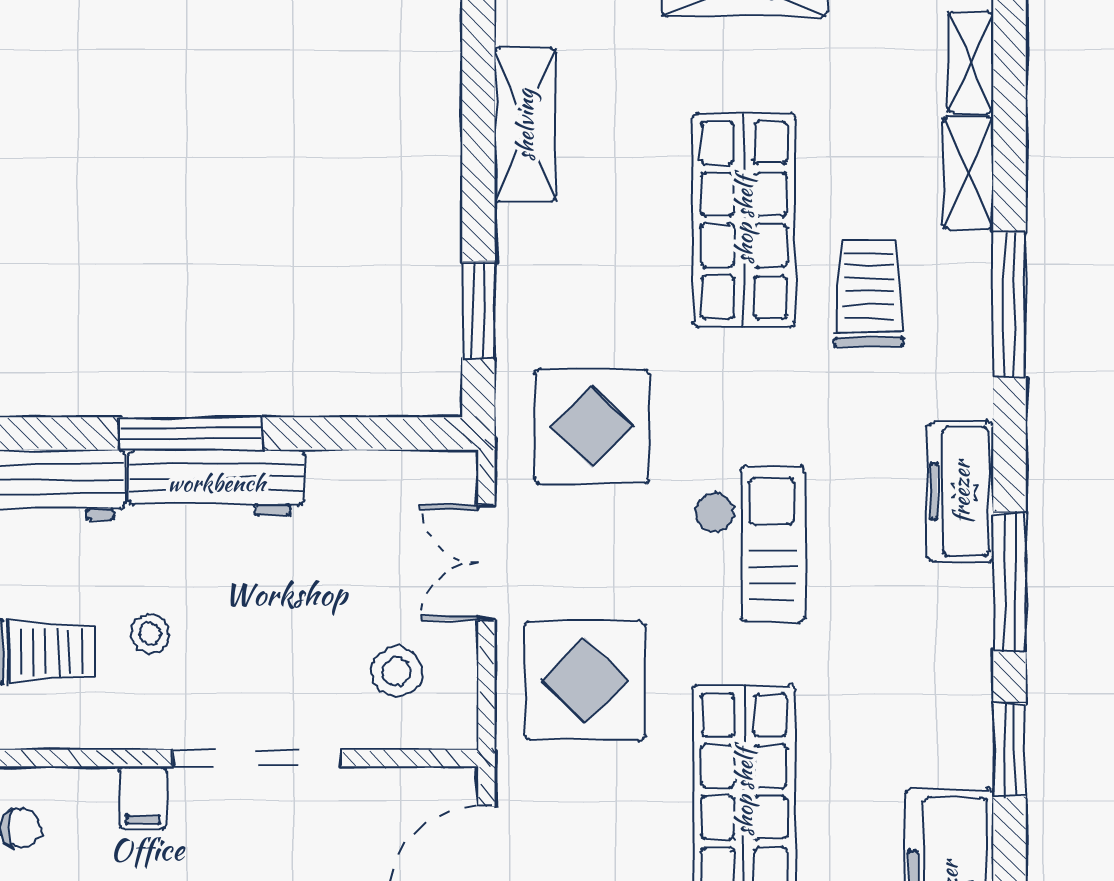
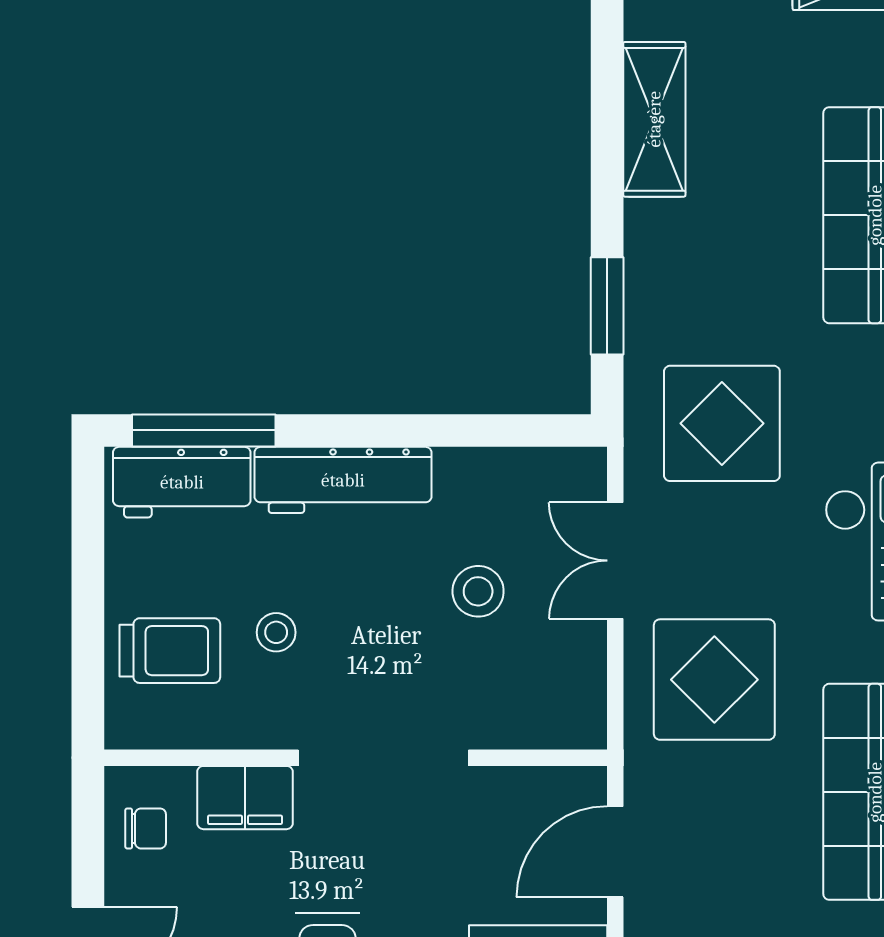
window: (191, 433) -> (204, 430), moved
stool: (397, 672) -> (478, 591), moved
filing cabinet: (143, 798) -> (245, 798), width x2.00

